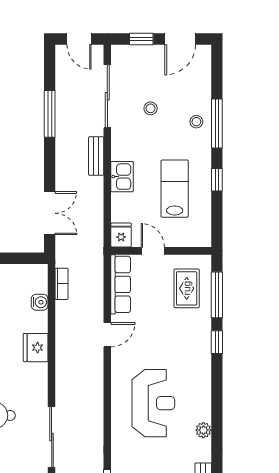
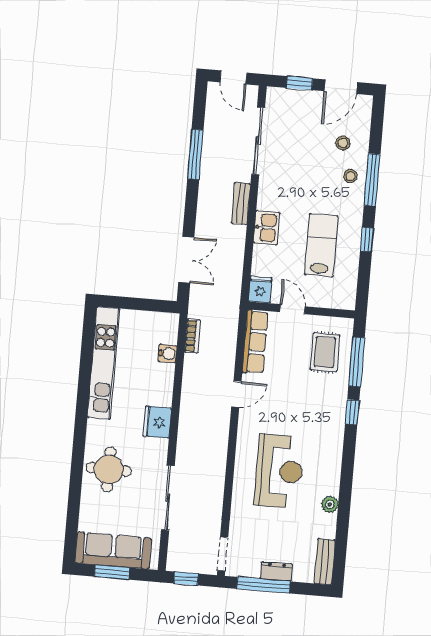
stool: (151, 108) -> (343, 143), moved
fridge: (36, 348) -> (157, 422), moved

